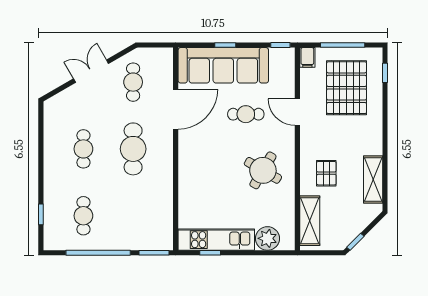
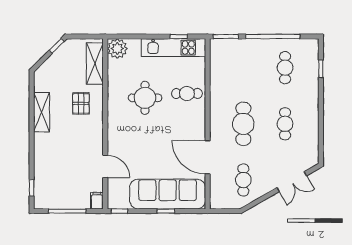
double door: (91, 71) -> (292, 182), moved
pallet: (347, 88) -> (64, 175), removed
door: (176, 109) -> (208, 157), hinge flipped
door: (297, 112) -> (105, 166), moved
cafe table: (246, 114) -> (187, 93), moved
round table: (263, 170) -> (145, 98), moved, turned -30
shelving: (373, 179) -> (42, 112), moved
plant: (267, 238) -> (117, 49), moved

